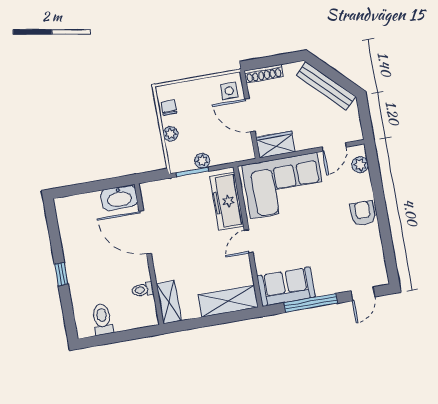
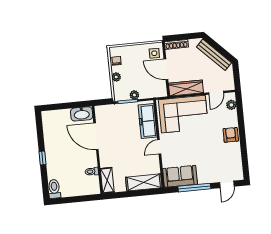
wardrobe: (276, 145) -> (186, 88), width x1.50
toilet: (102, 319) -> (54, 189), moved

